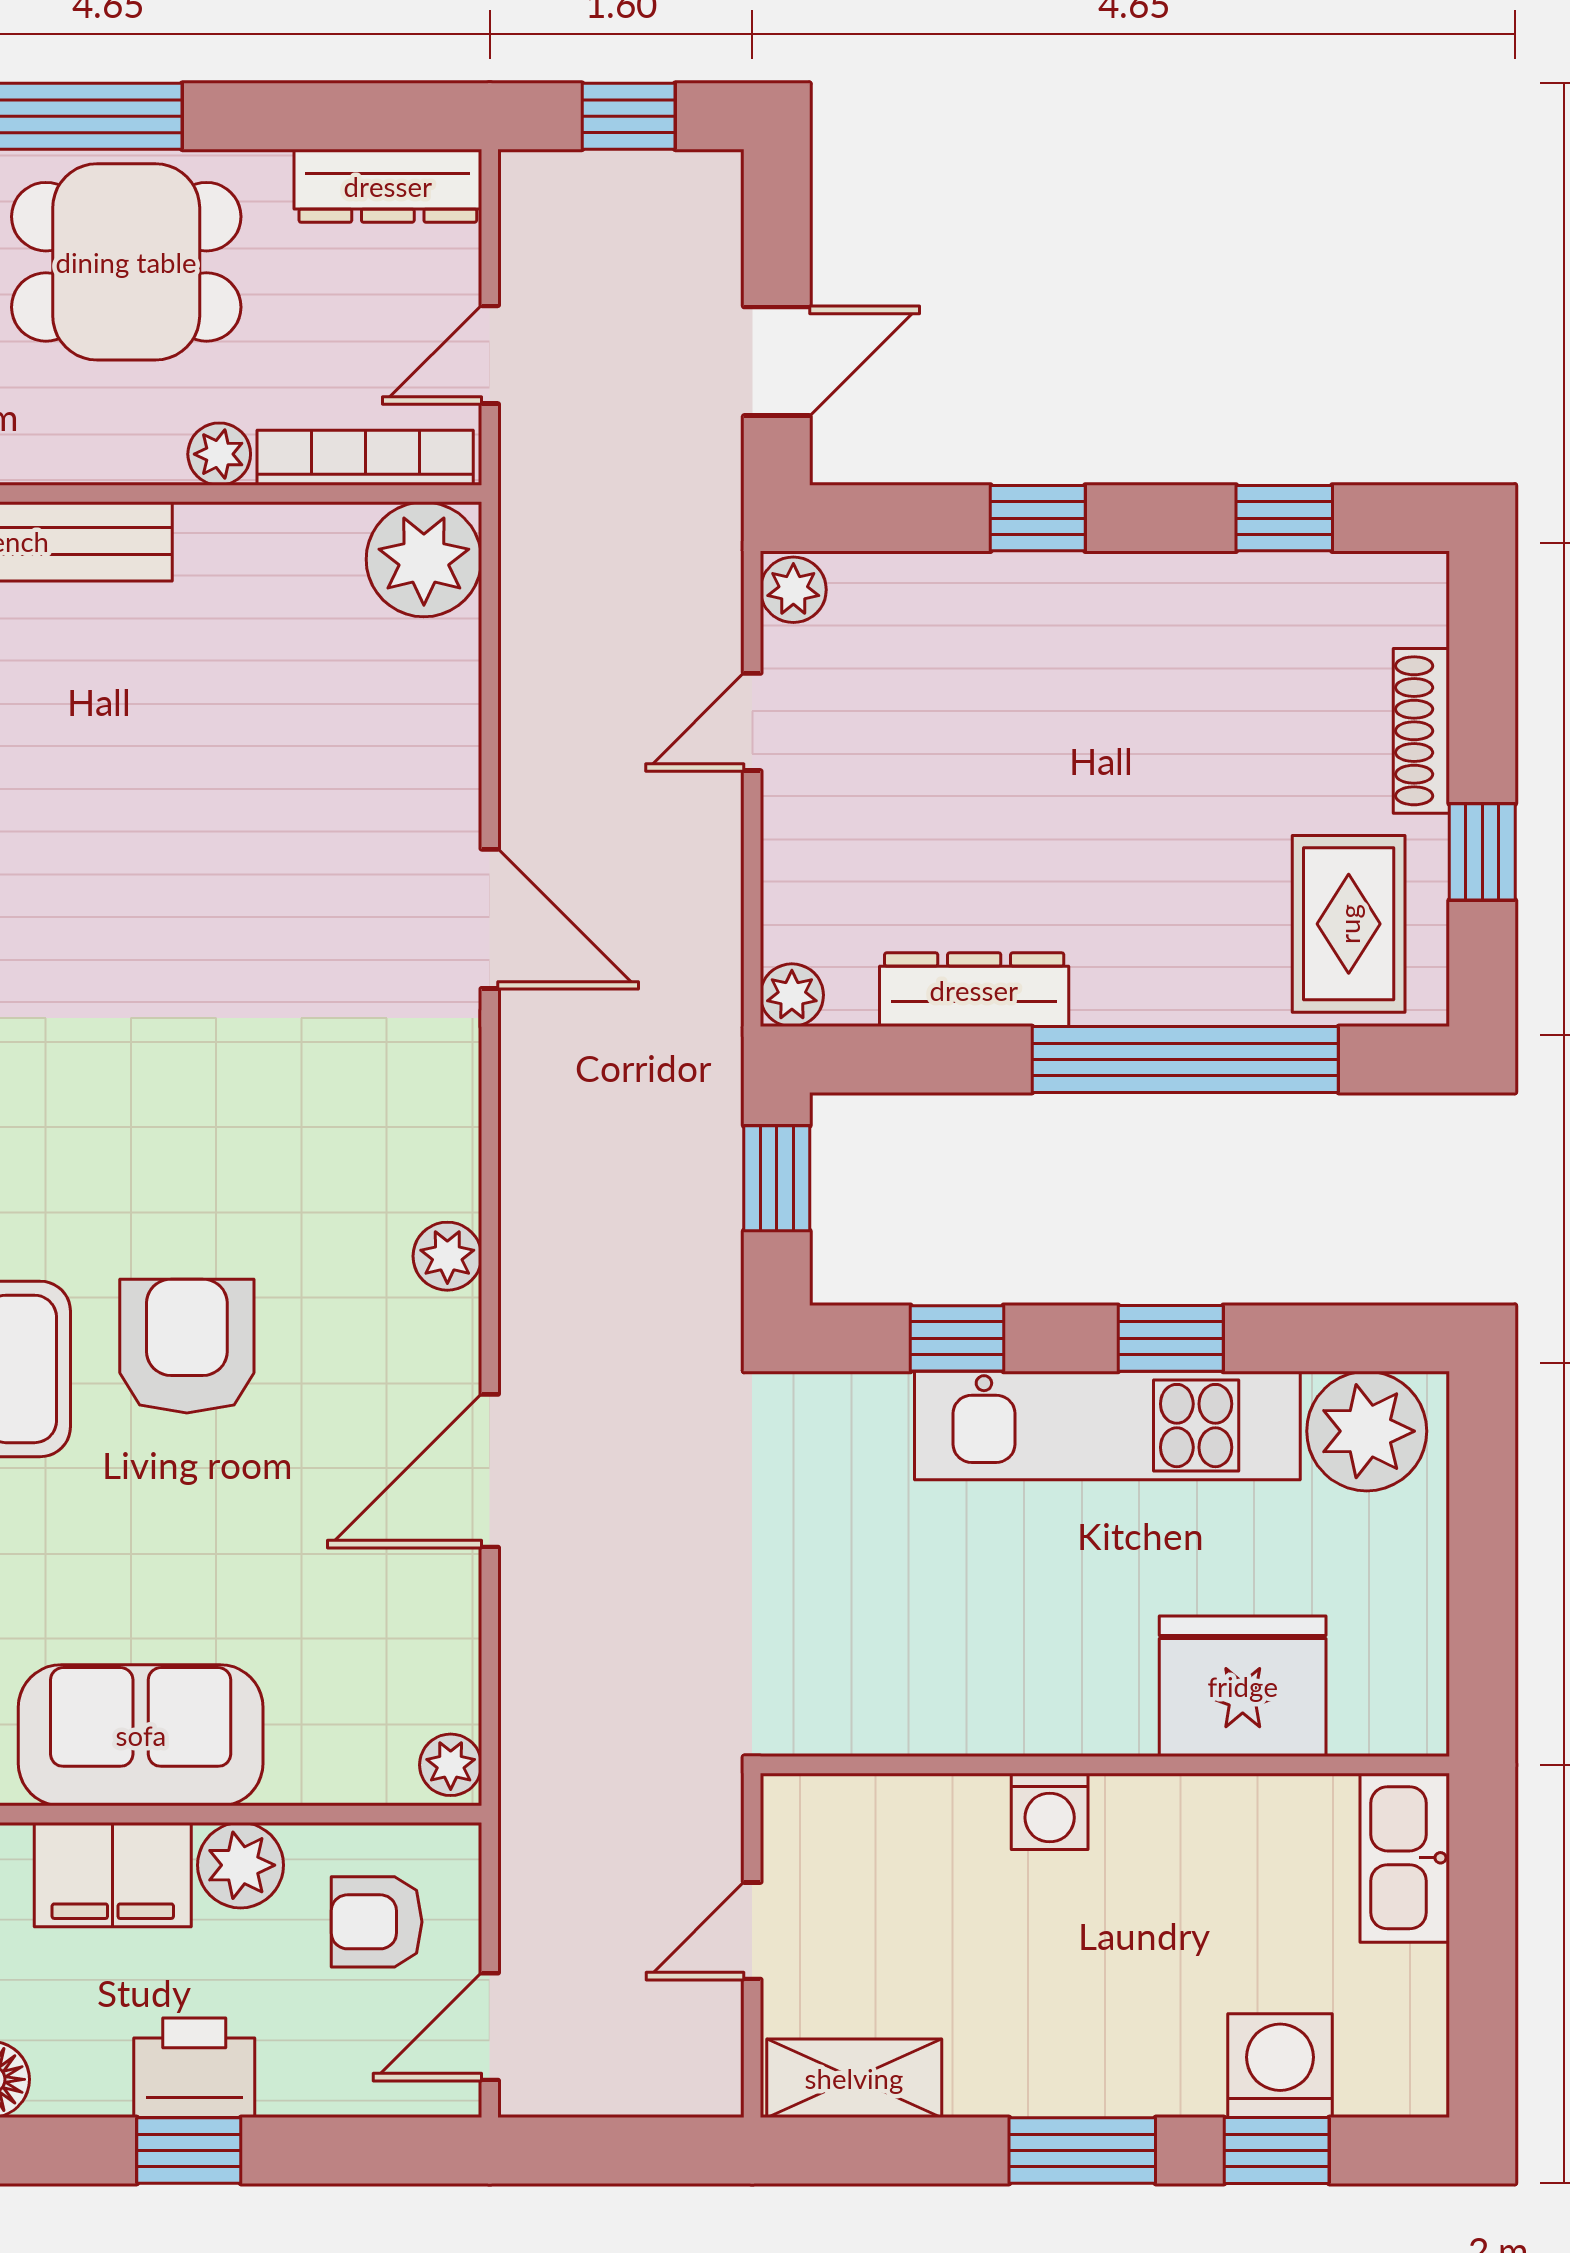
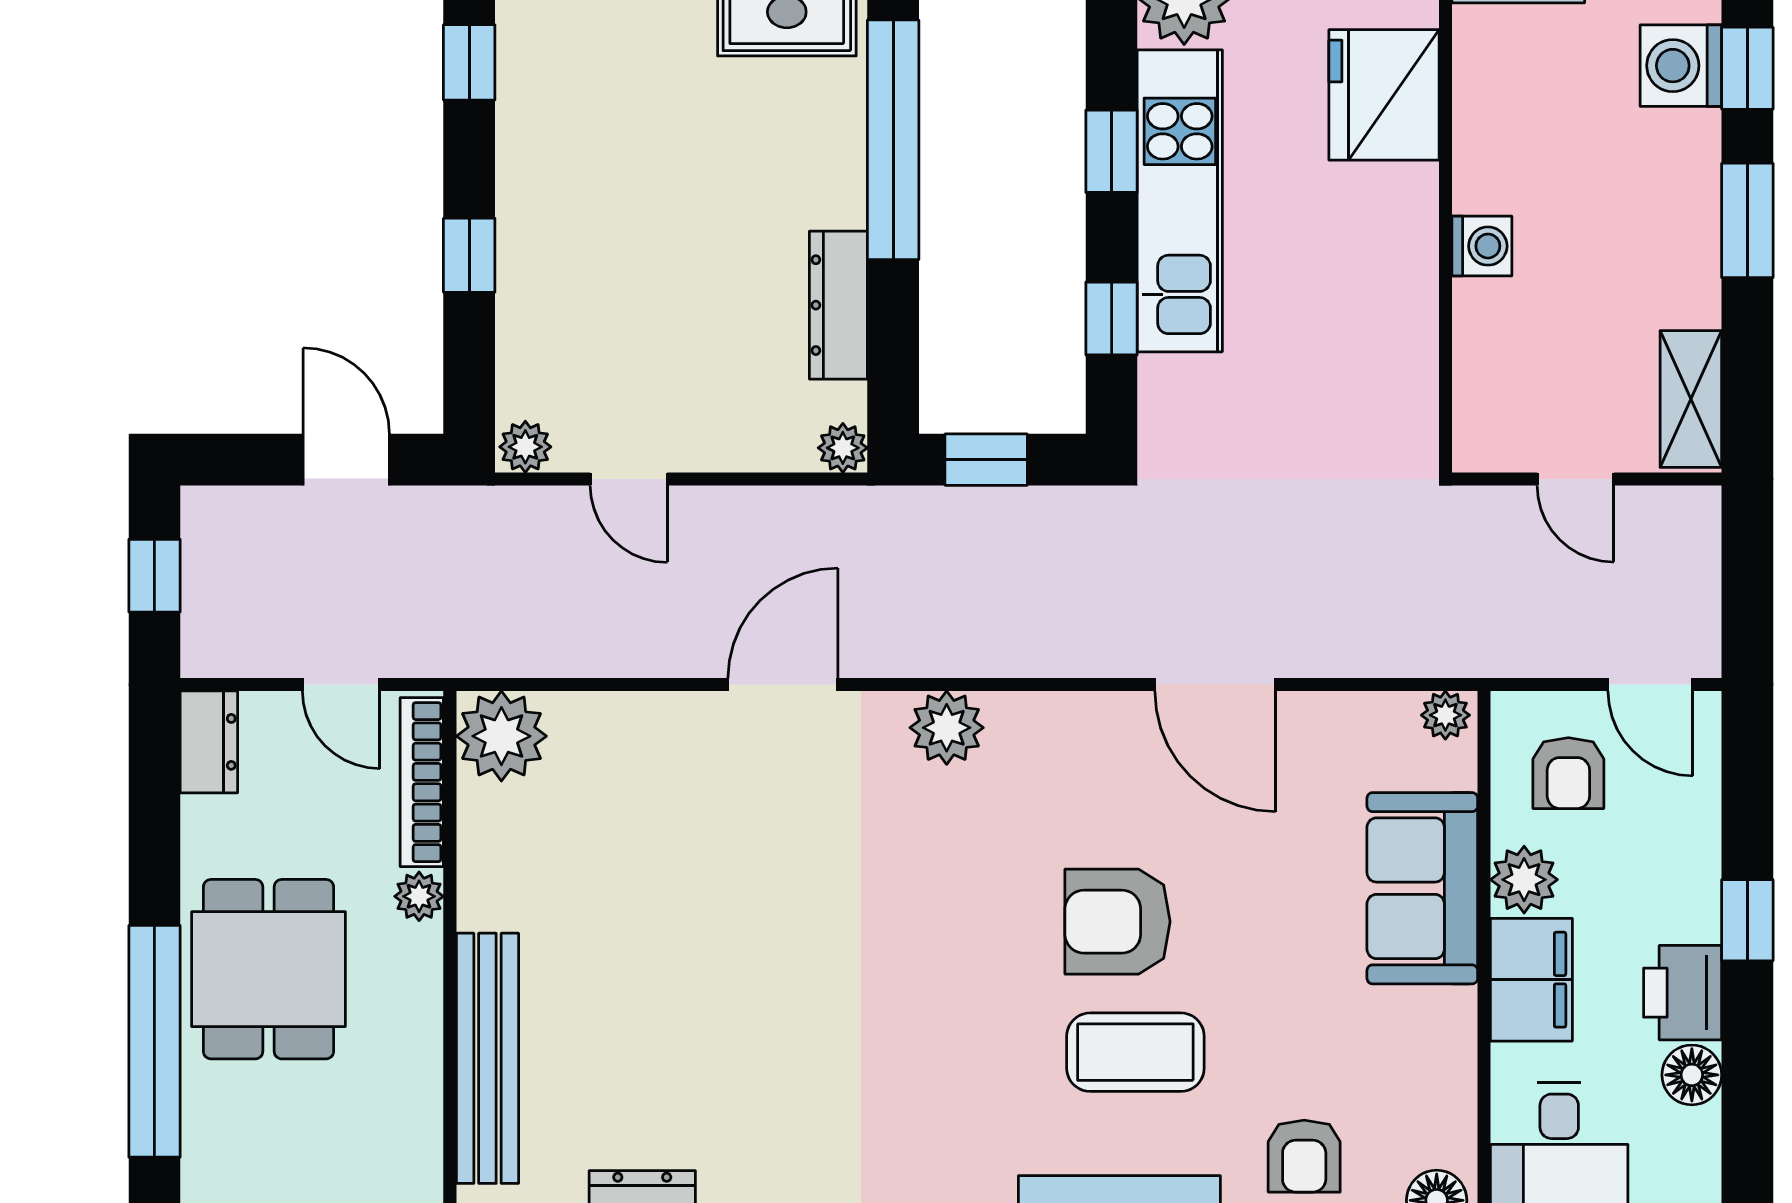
dresser: (388, 186) -> (209, 742), width x0.70
plant: (447, 1256) -> (947, 728), moved, width x1.38, depth x1.38
sofa: (141, 1735) -> (1422, 888), moved
printer: (194, 2068) -> (1683, 993), moved

